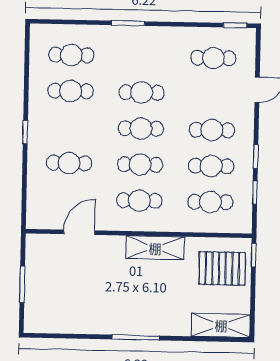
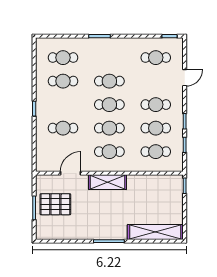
shelving: (155, 248) -> (108, 182), moved
pallet: (222, 268) -> (55, 204), moved
shelving: (221, 325) -> (155, 232), width x1.47

